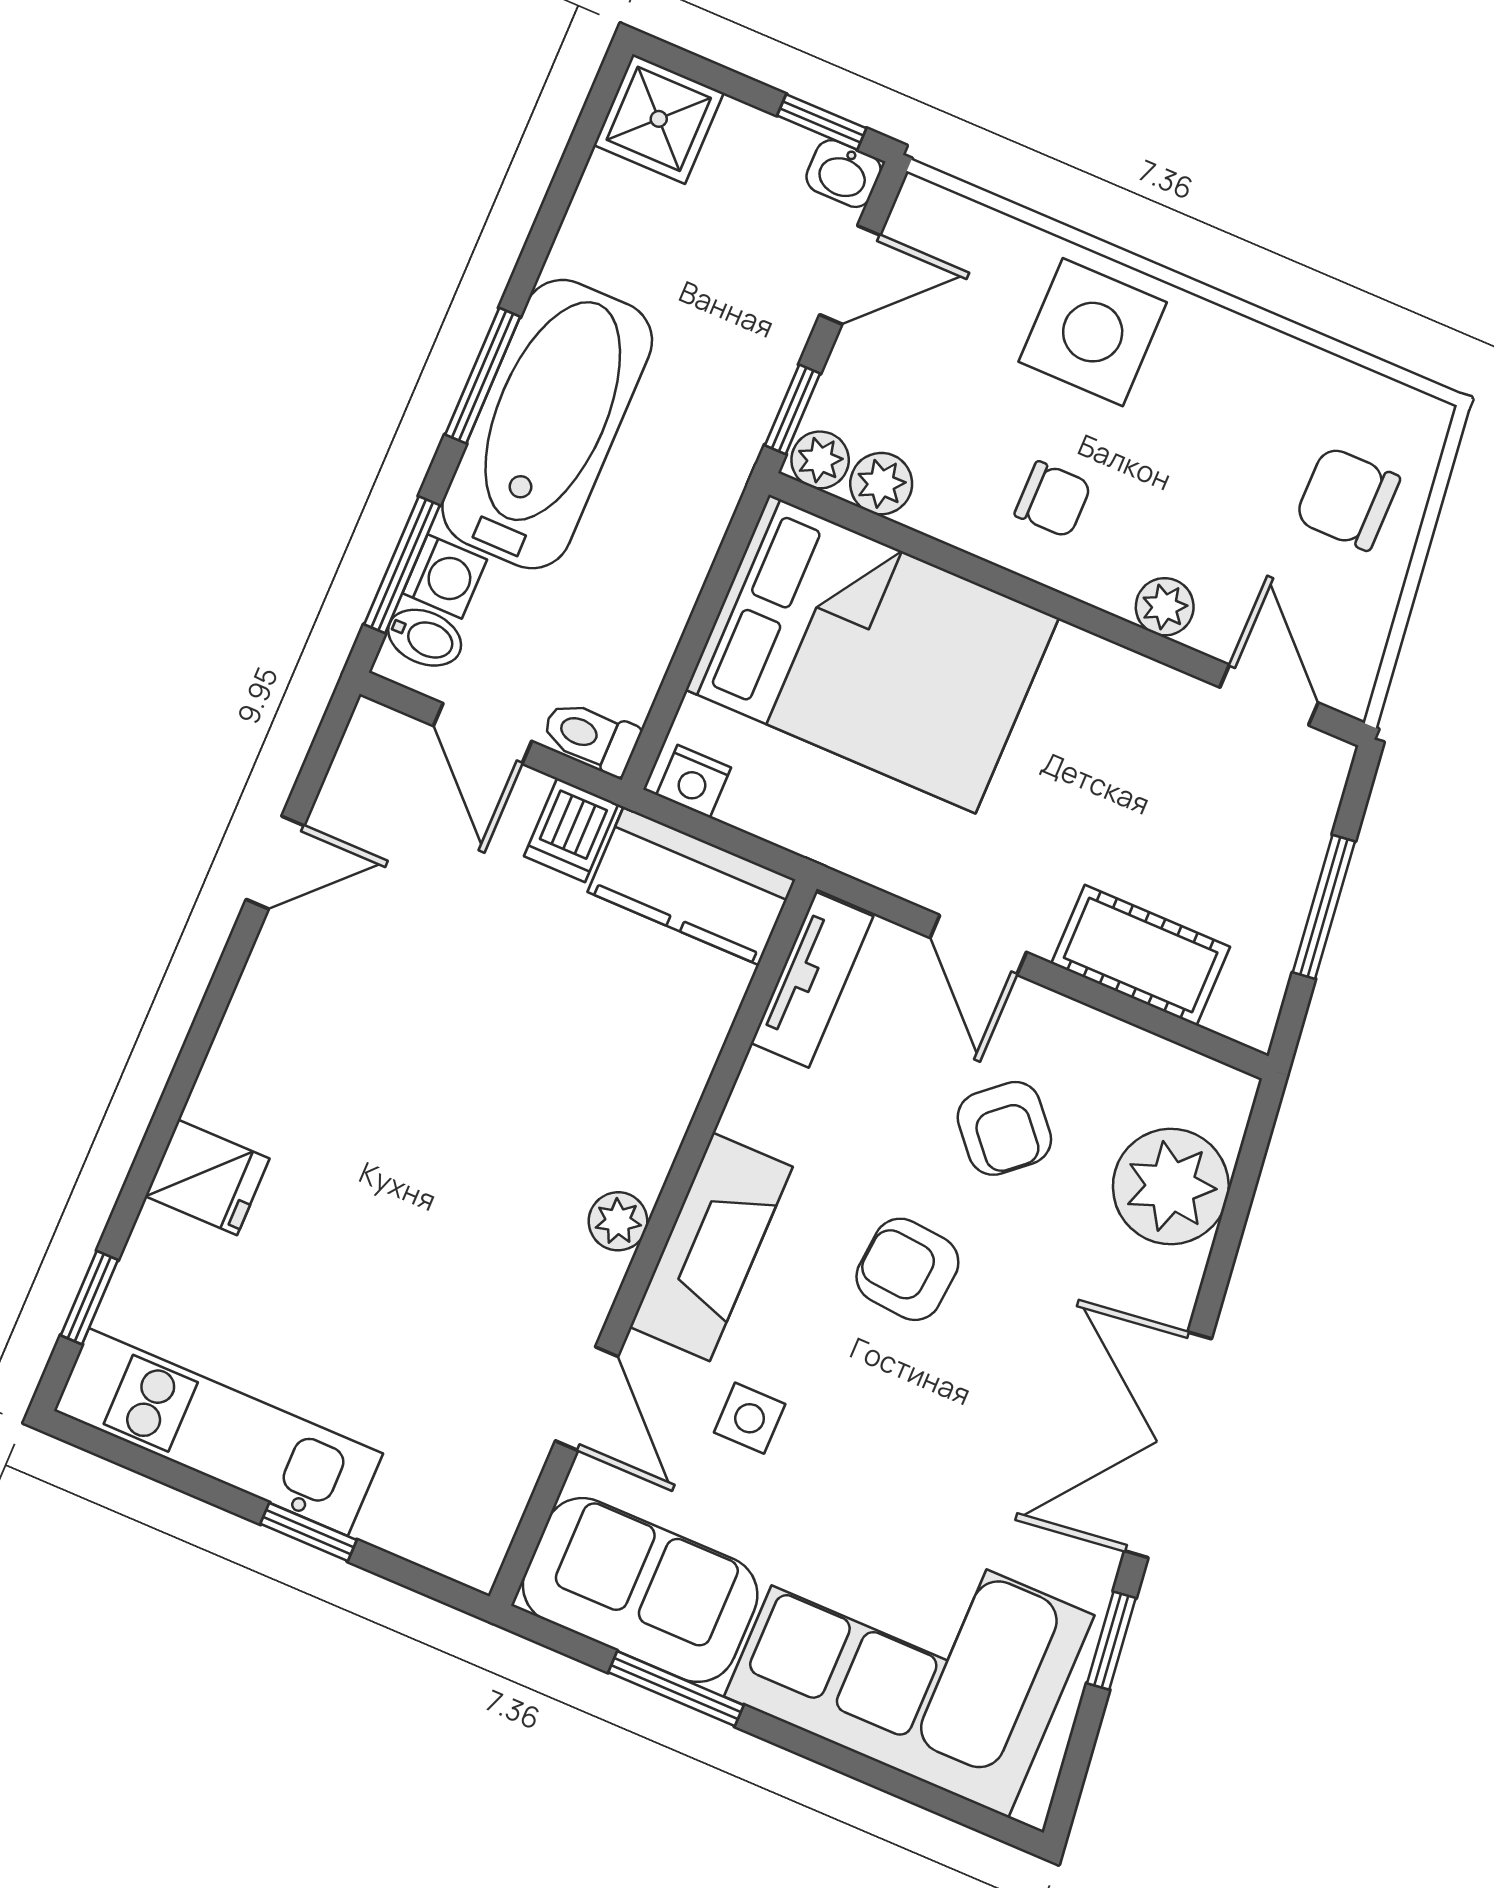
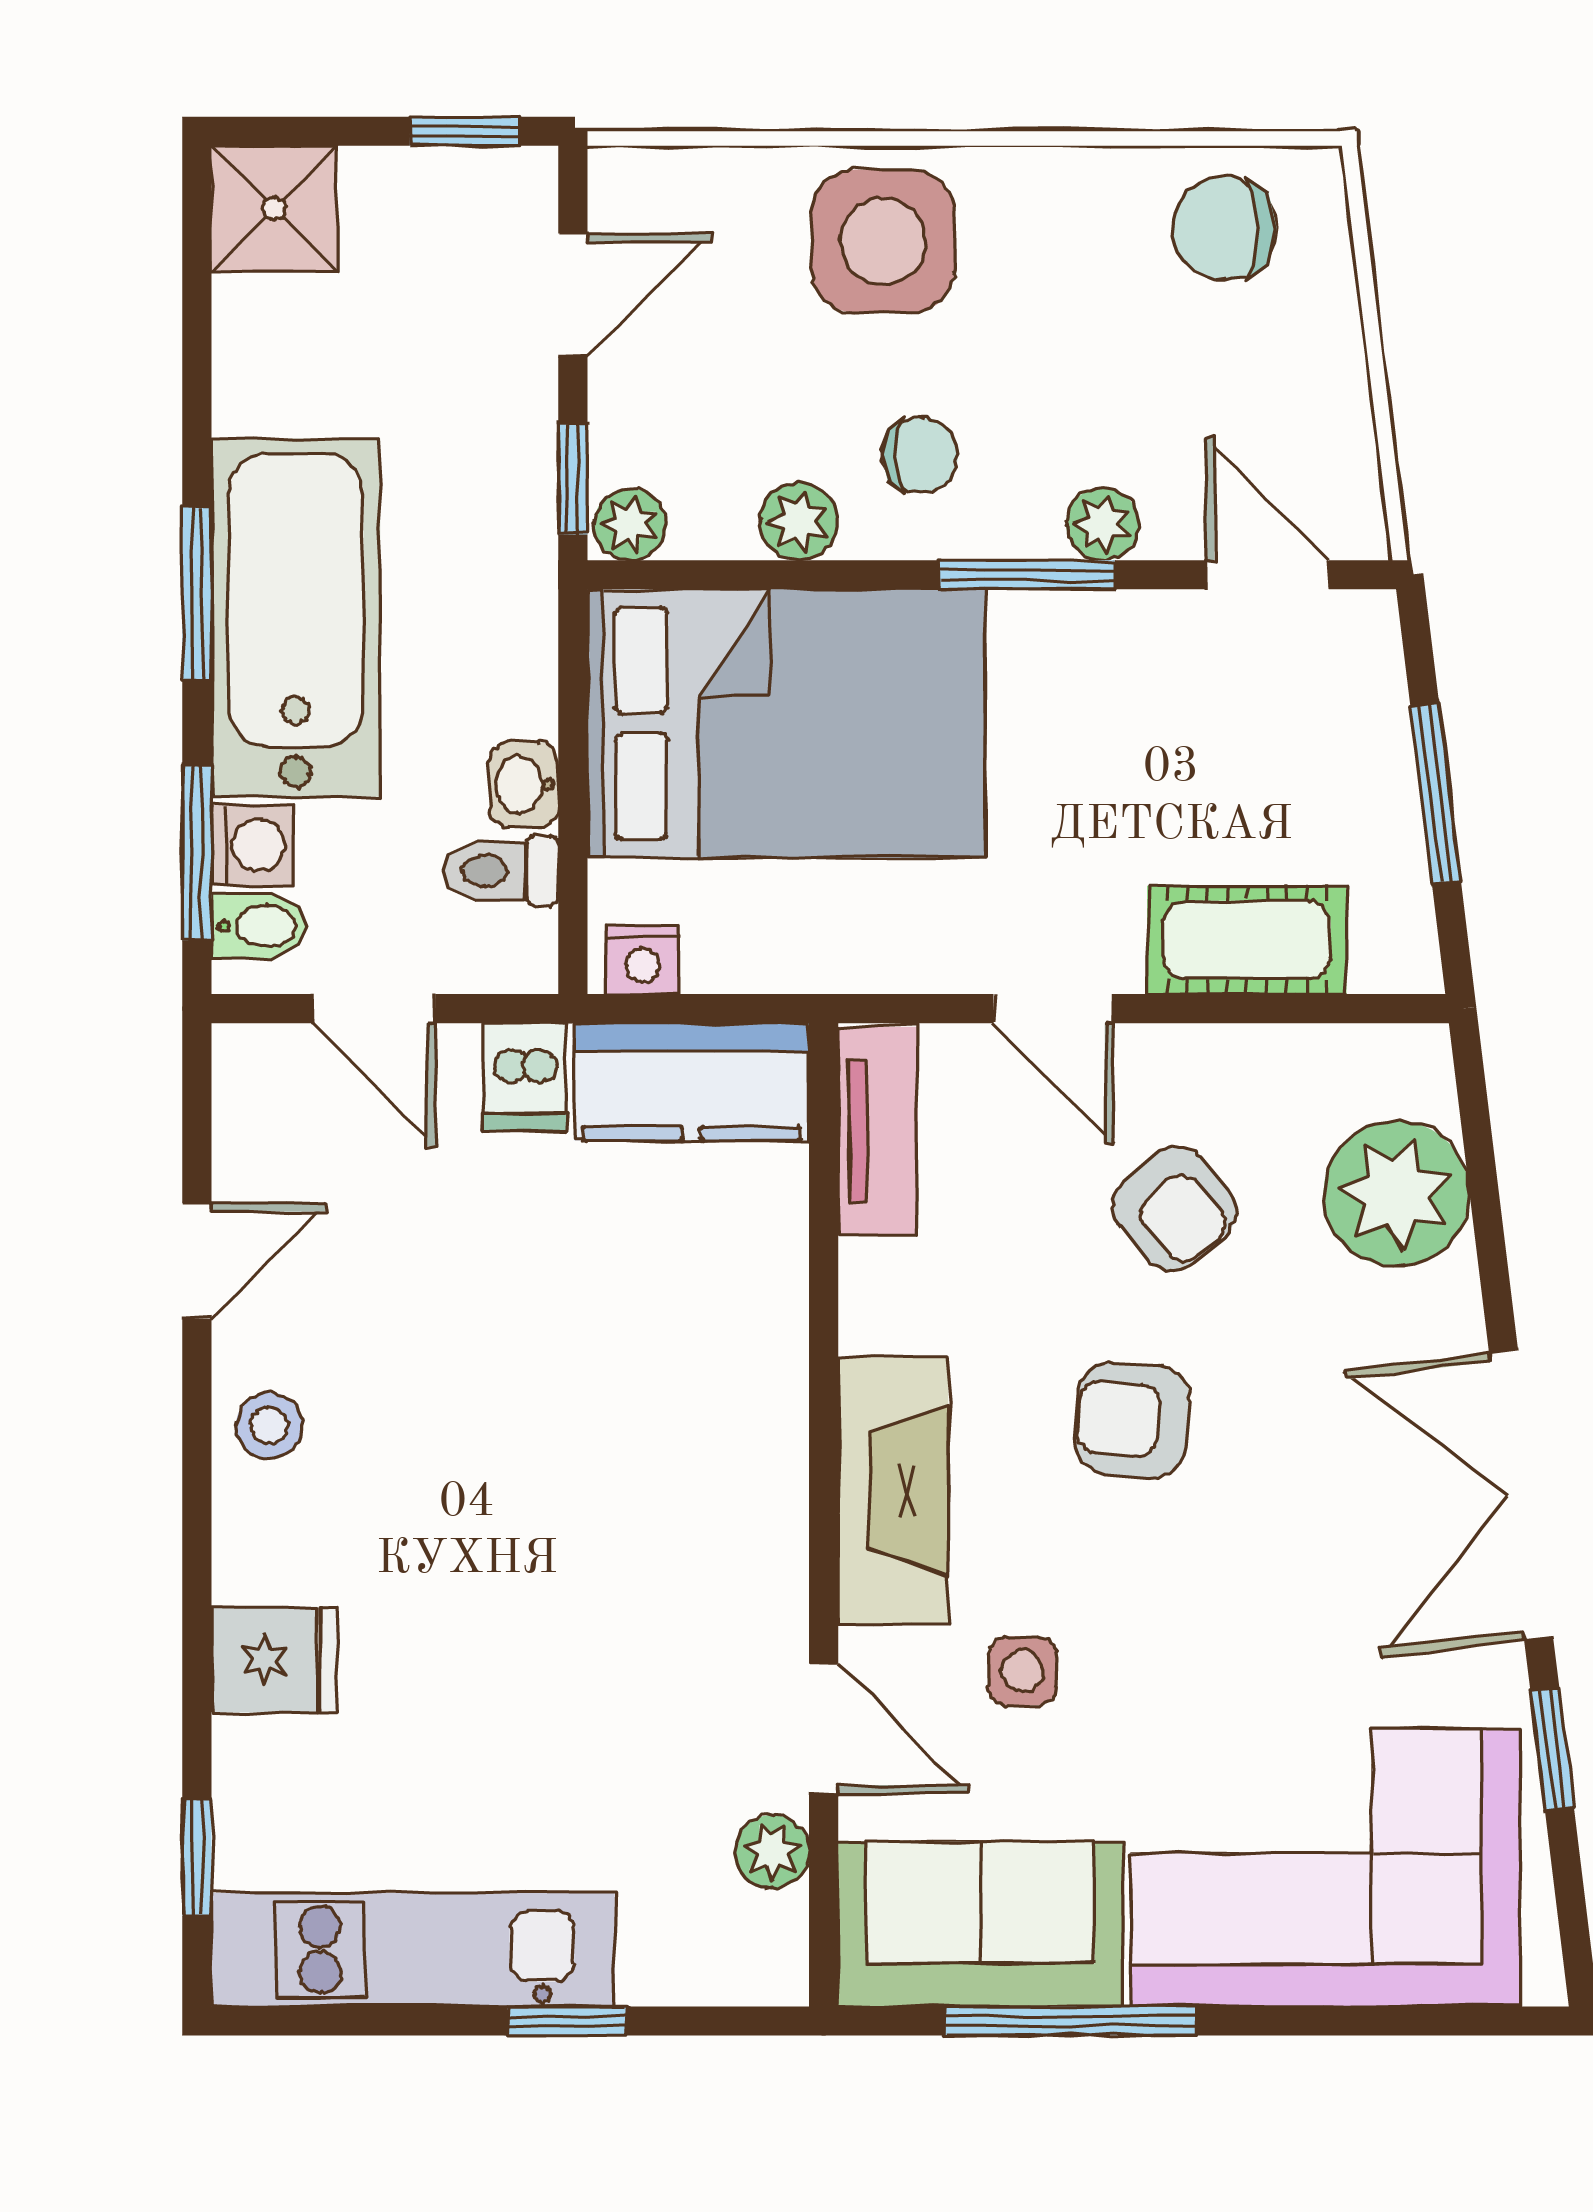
washbasin: (844, 174) -> (524, 785), moved, turned 90
plant: (881, 484) -> (799, 521), moved
chair: (1347, 498) -> (1225, 228), moved
window: (1094, 620) -> (1027, 575), added
toilet: (591, 737) -> (501, 871), moved
stool: (276, 1005) -> (269, 1425), added
plant: (618, 1221) -> (772, 1852), moved
window: (676, 1689) -> (1071, 2021), width x1.44

